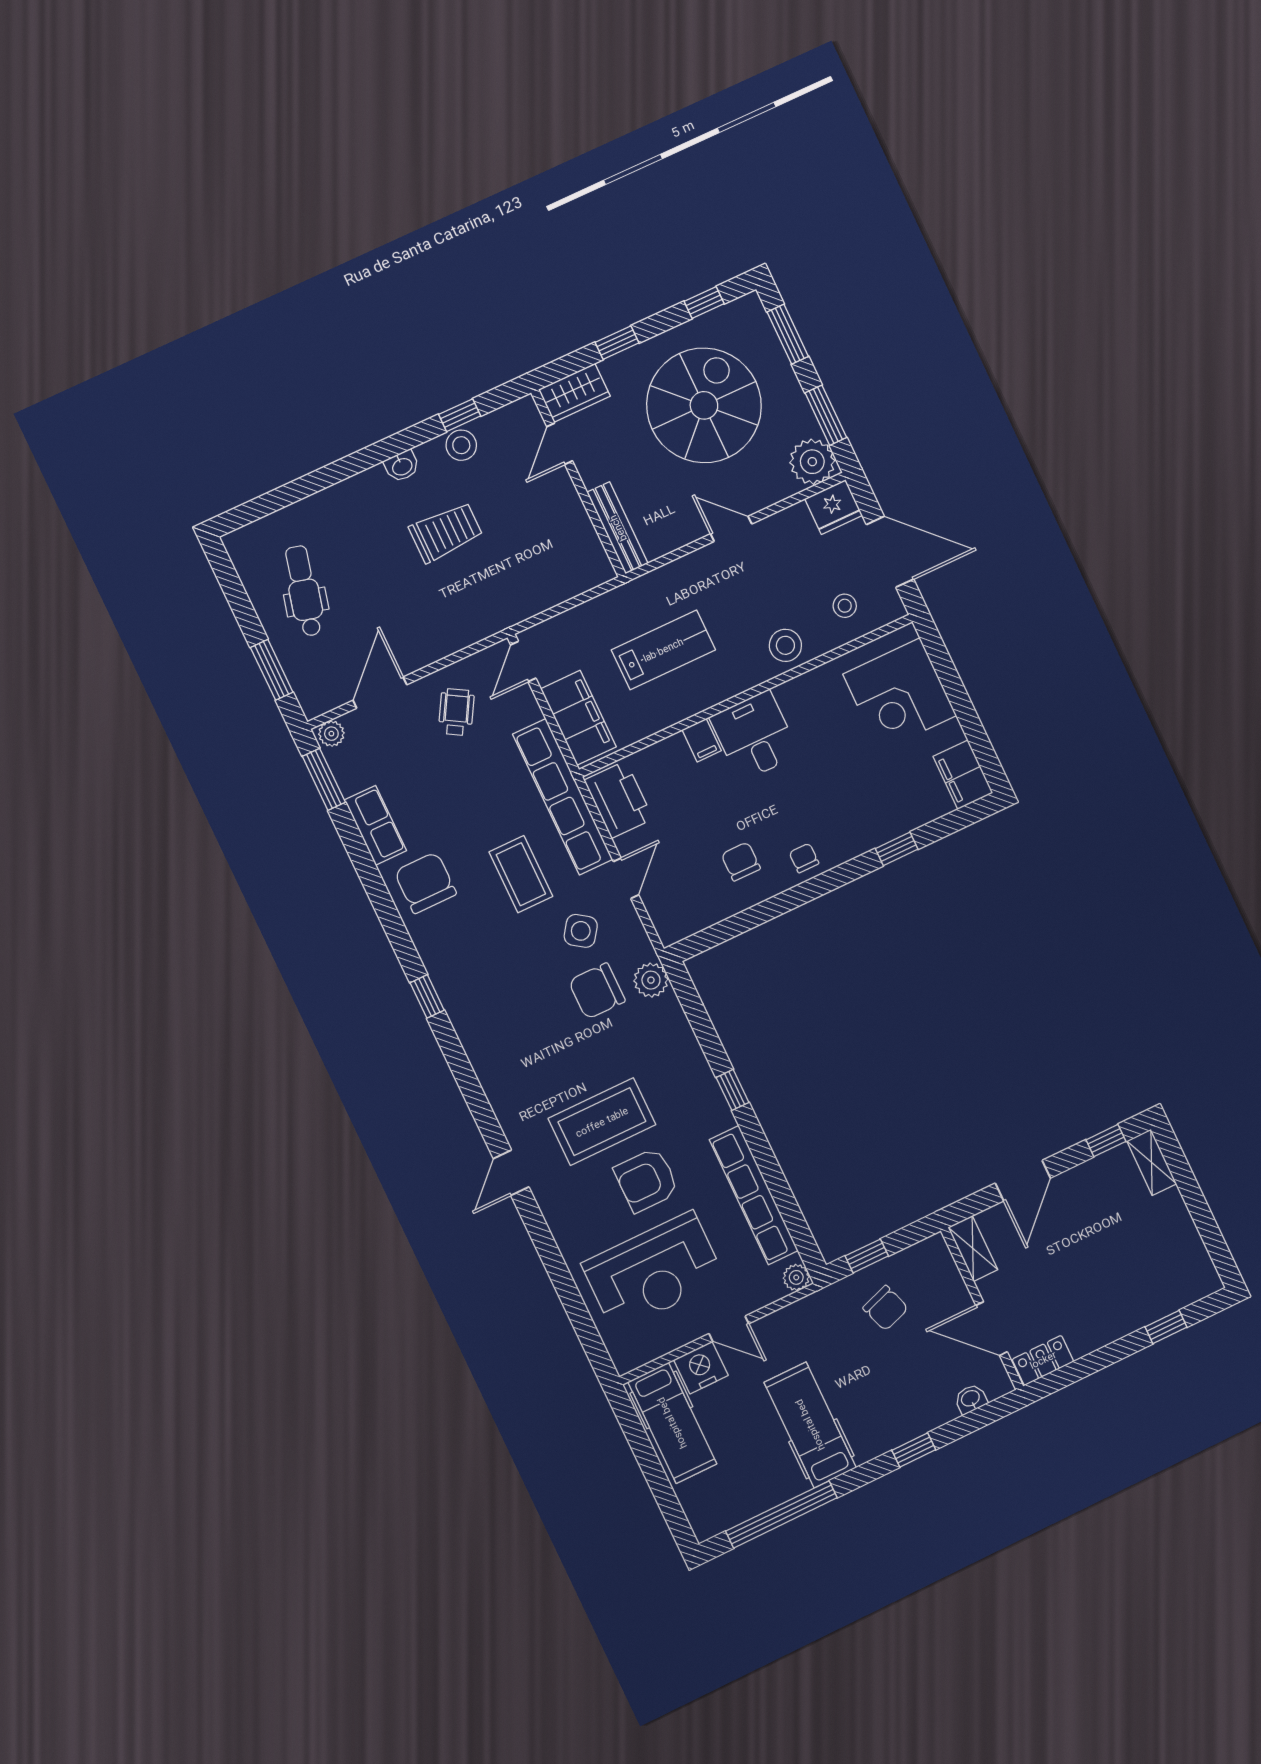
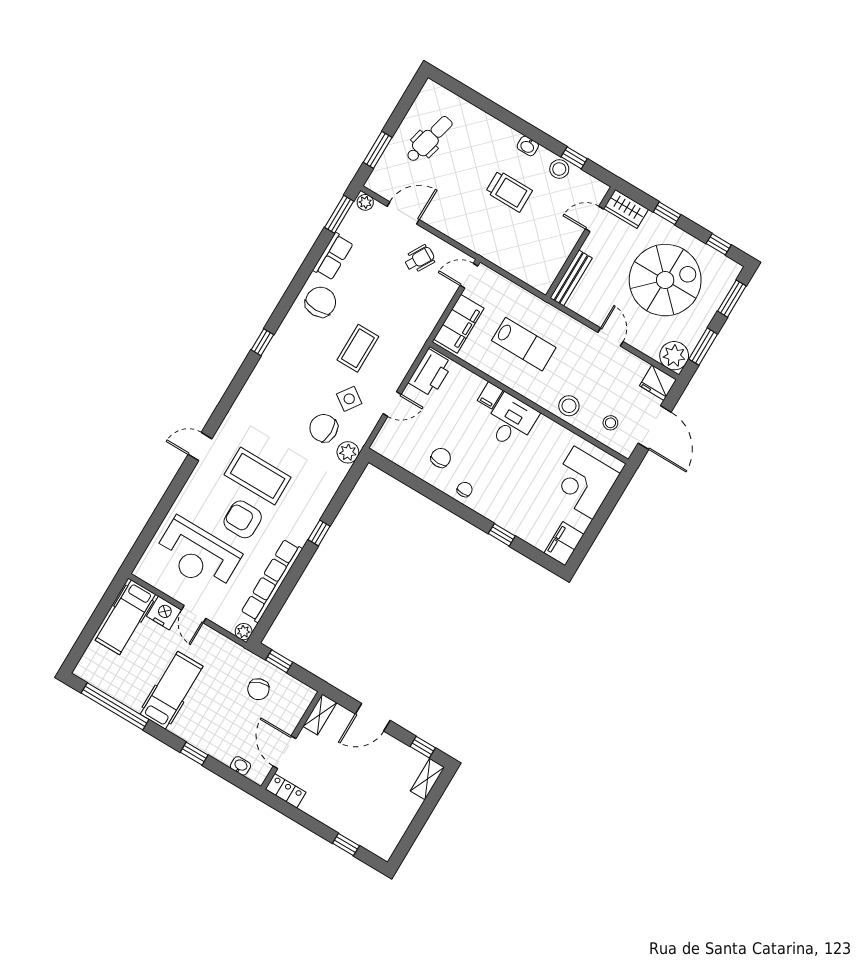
row of seats: (563, 797) -> (412, 343), removed

